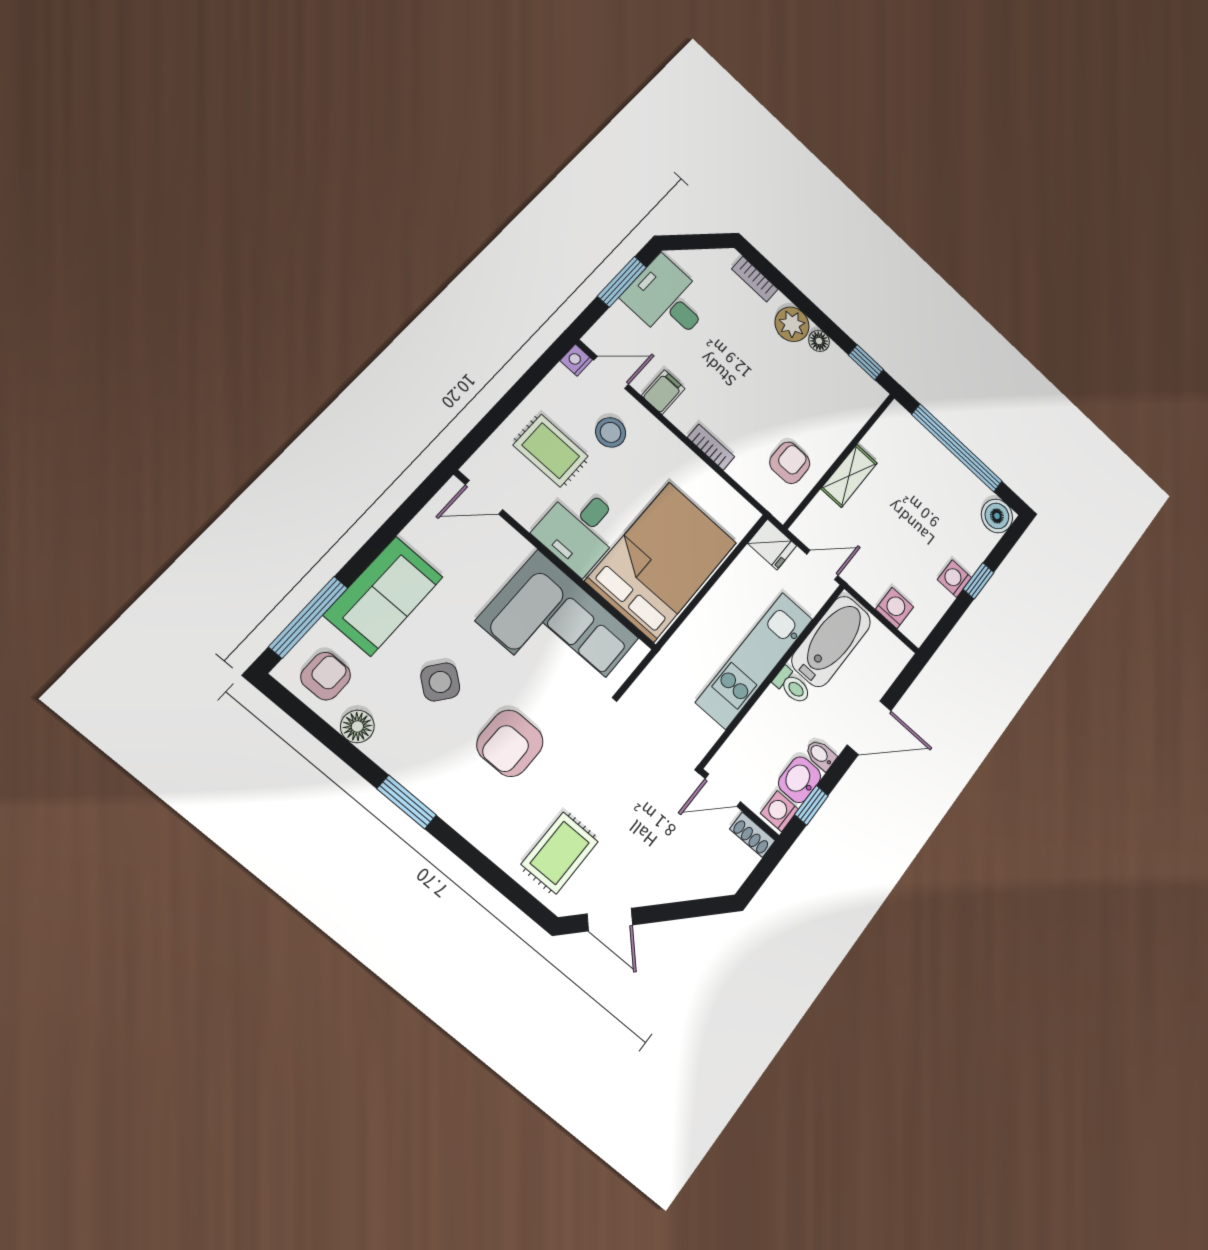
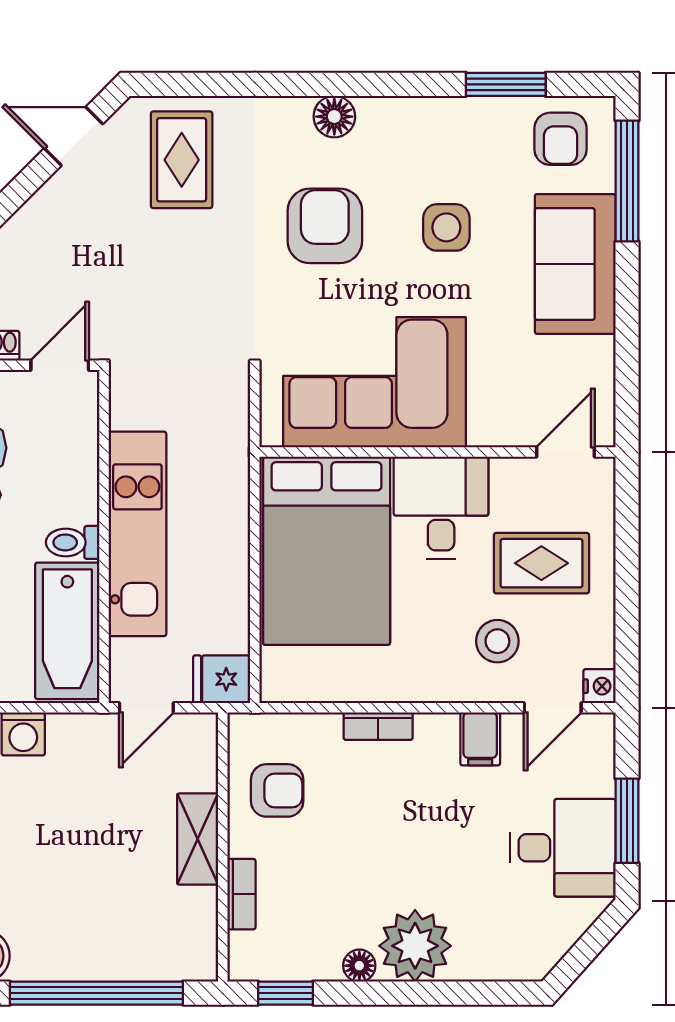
bookcase: (755, 279) -> (241, 894), moved, turned 90
plant: (792, 324) -> (415, 946), width x1.36, depth x1.36
armchair: (790, 463) -> (277, 790), turned -90
side table: (440, 682) -> (446, 227), turned -38
floor lamp: (357, 726) -> (334, 117), moved
window: (407, 802) -> (506, 84), moved

